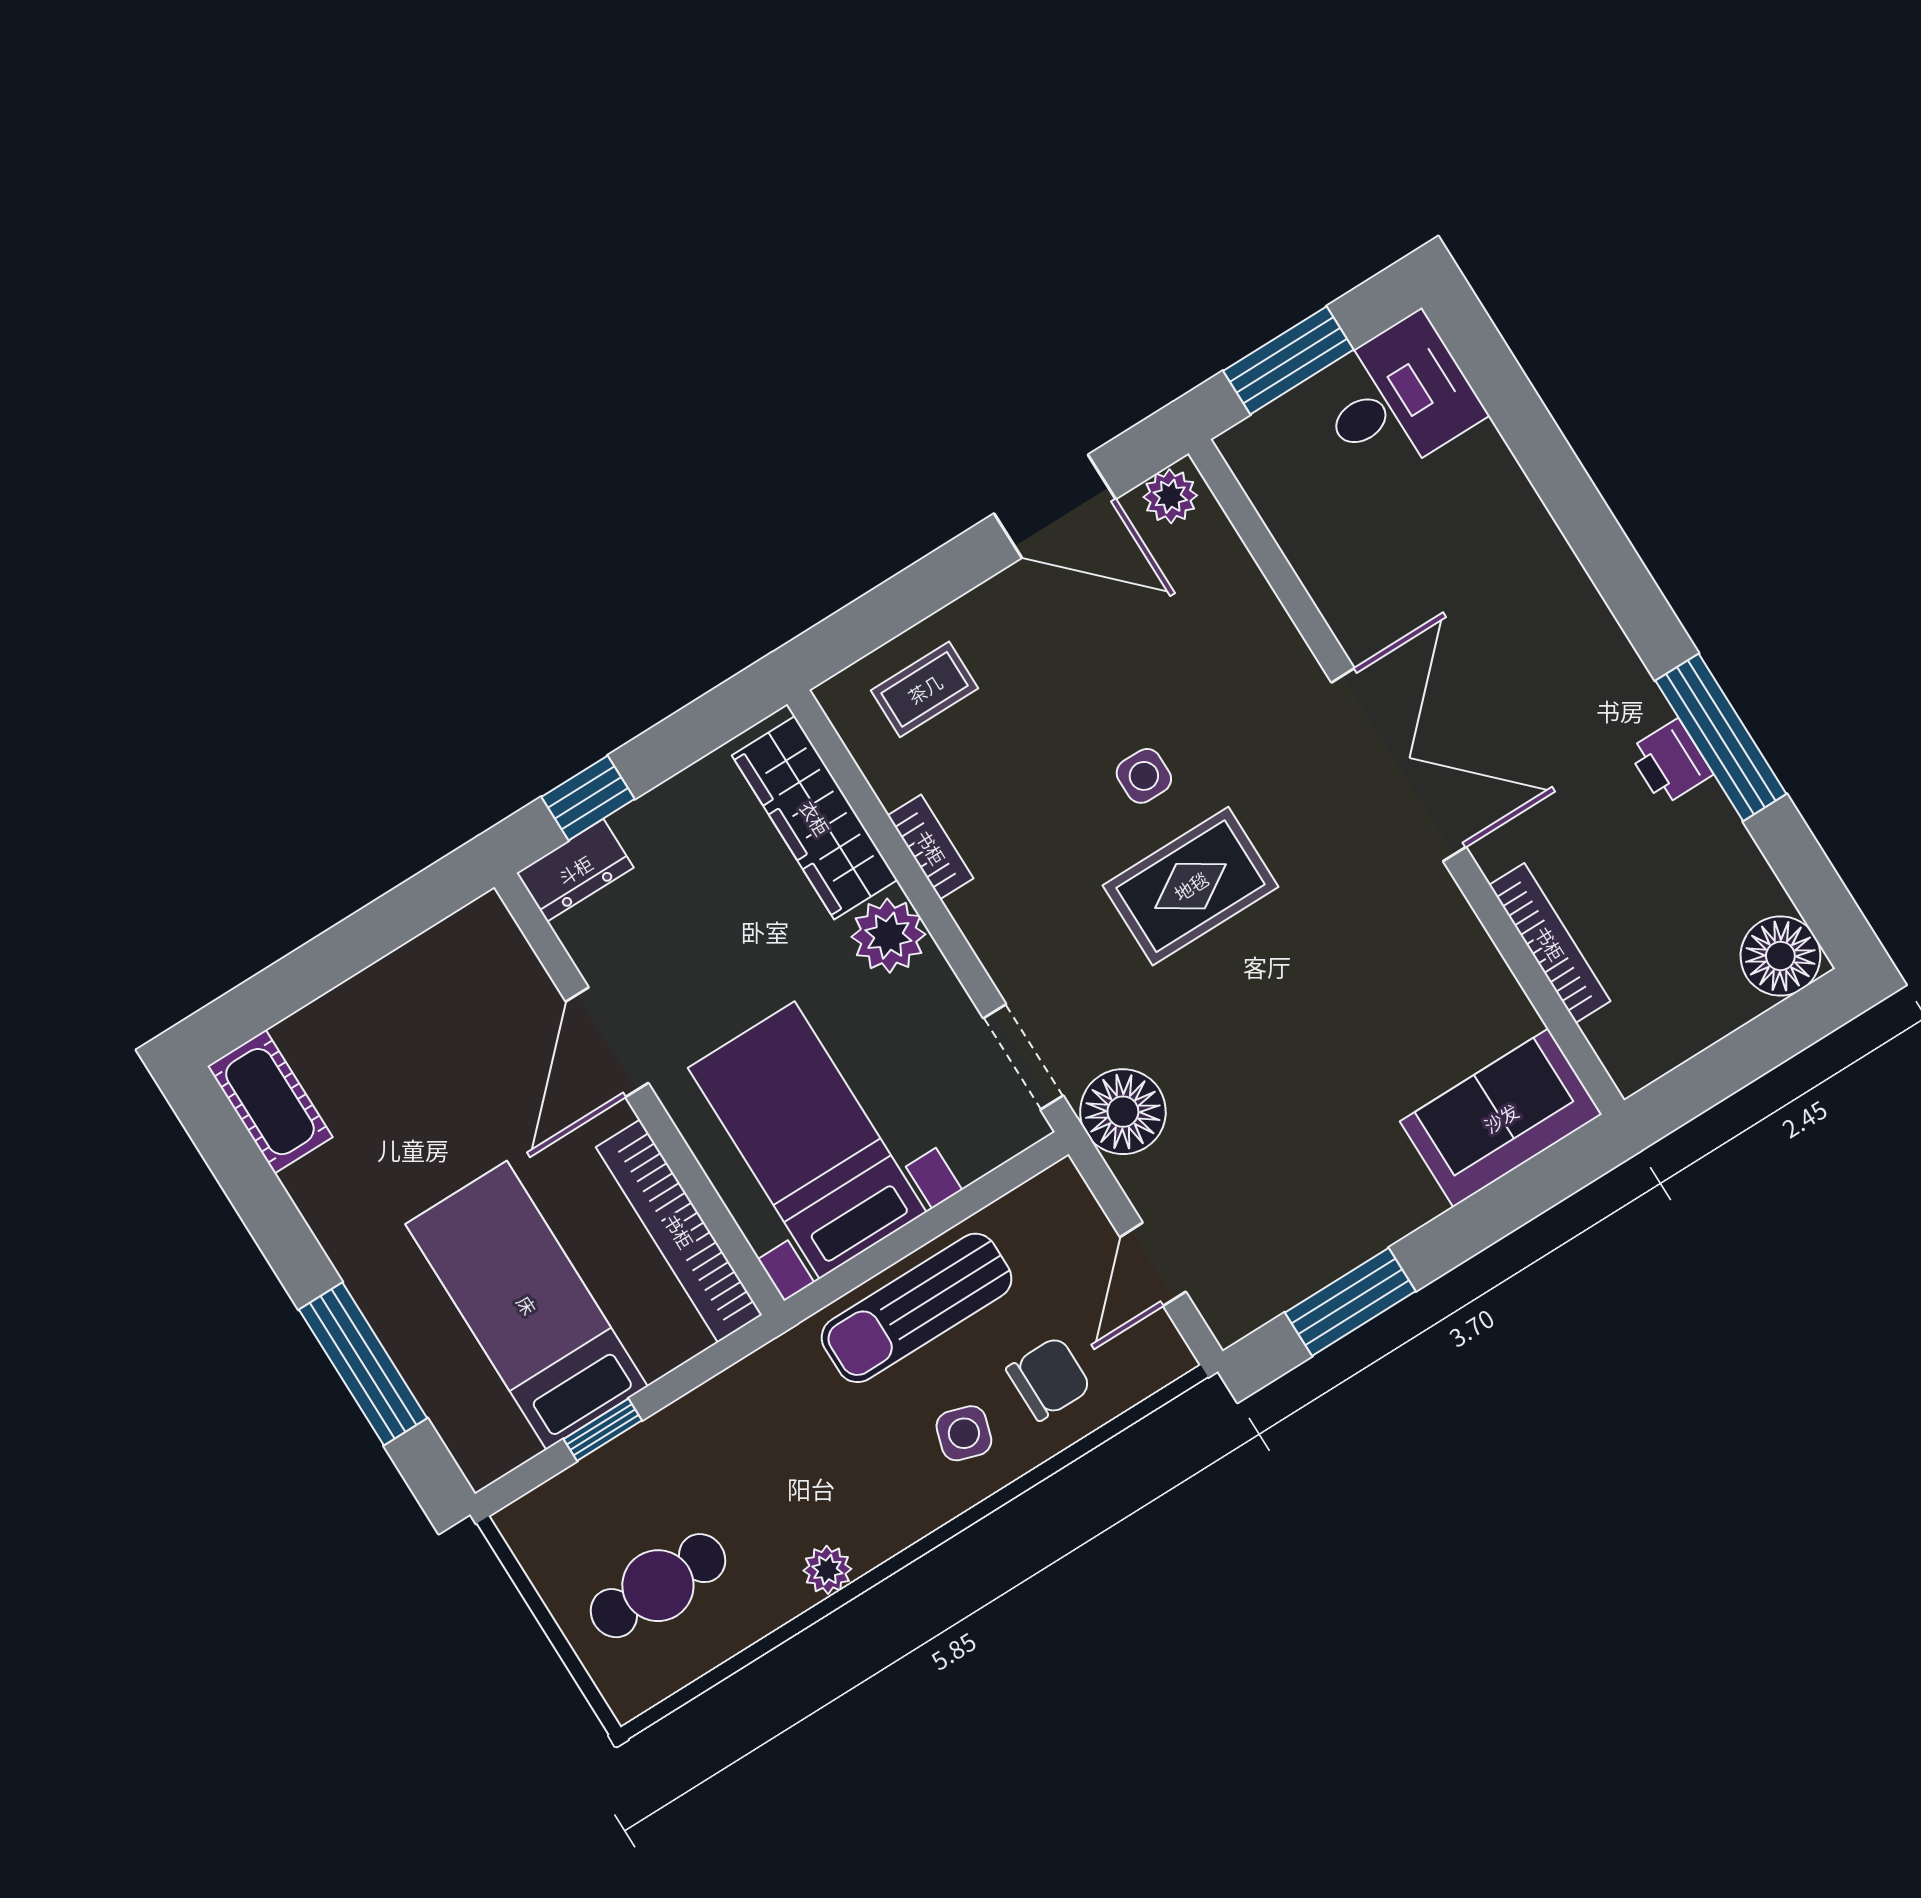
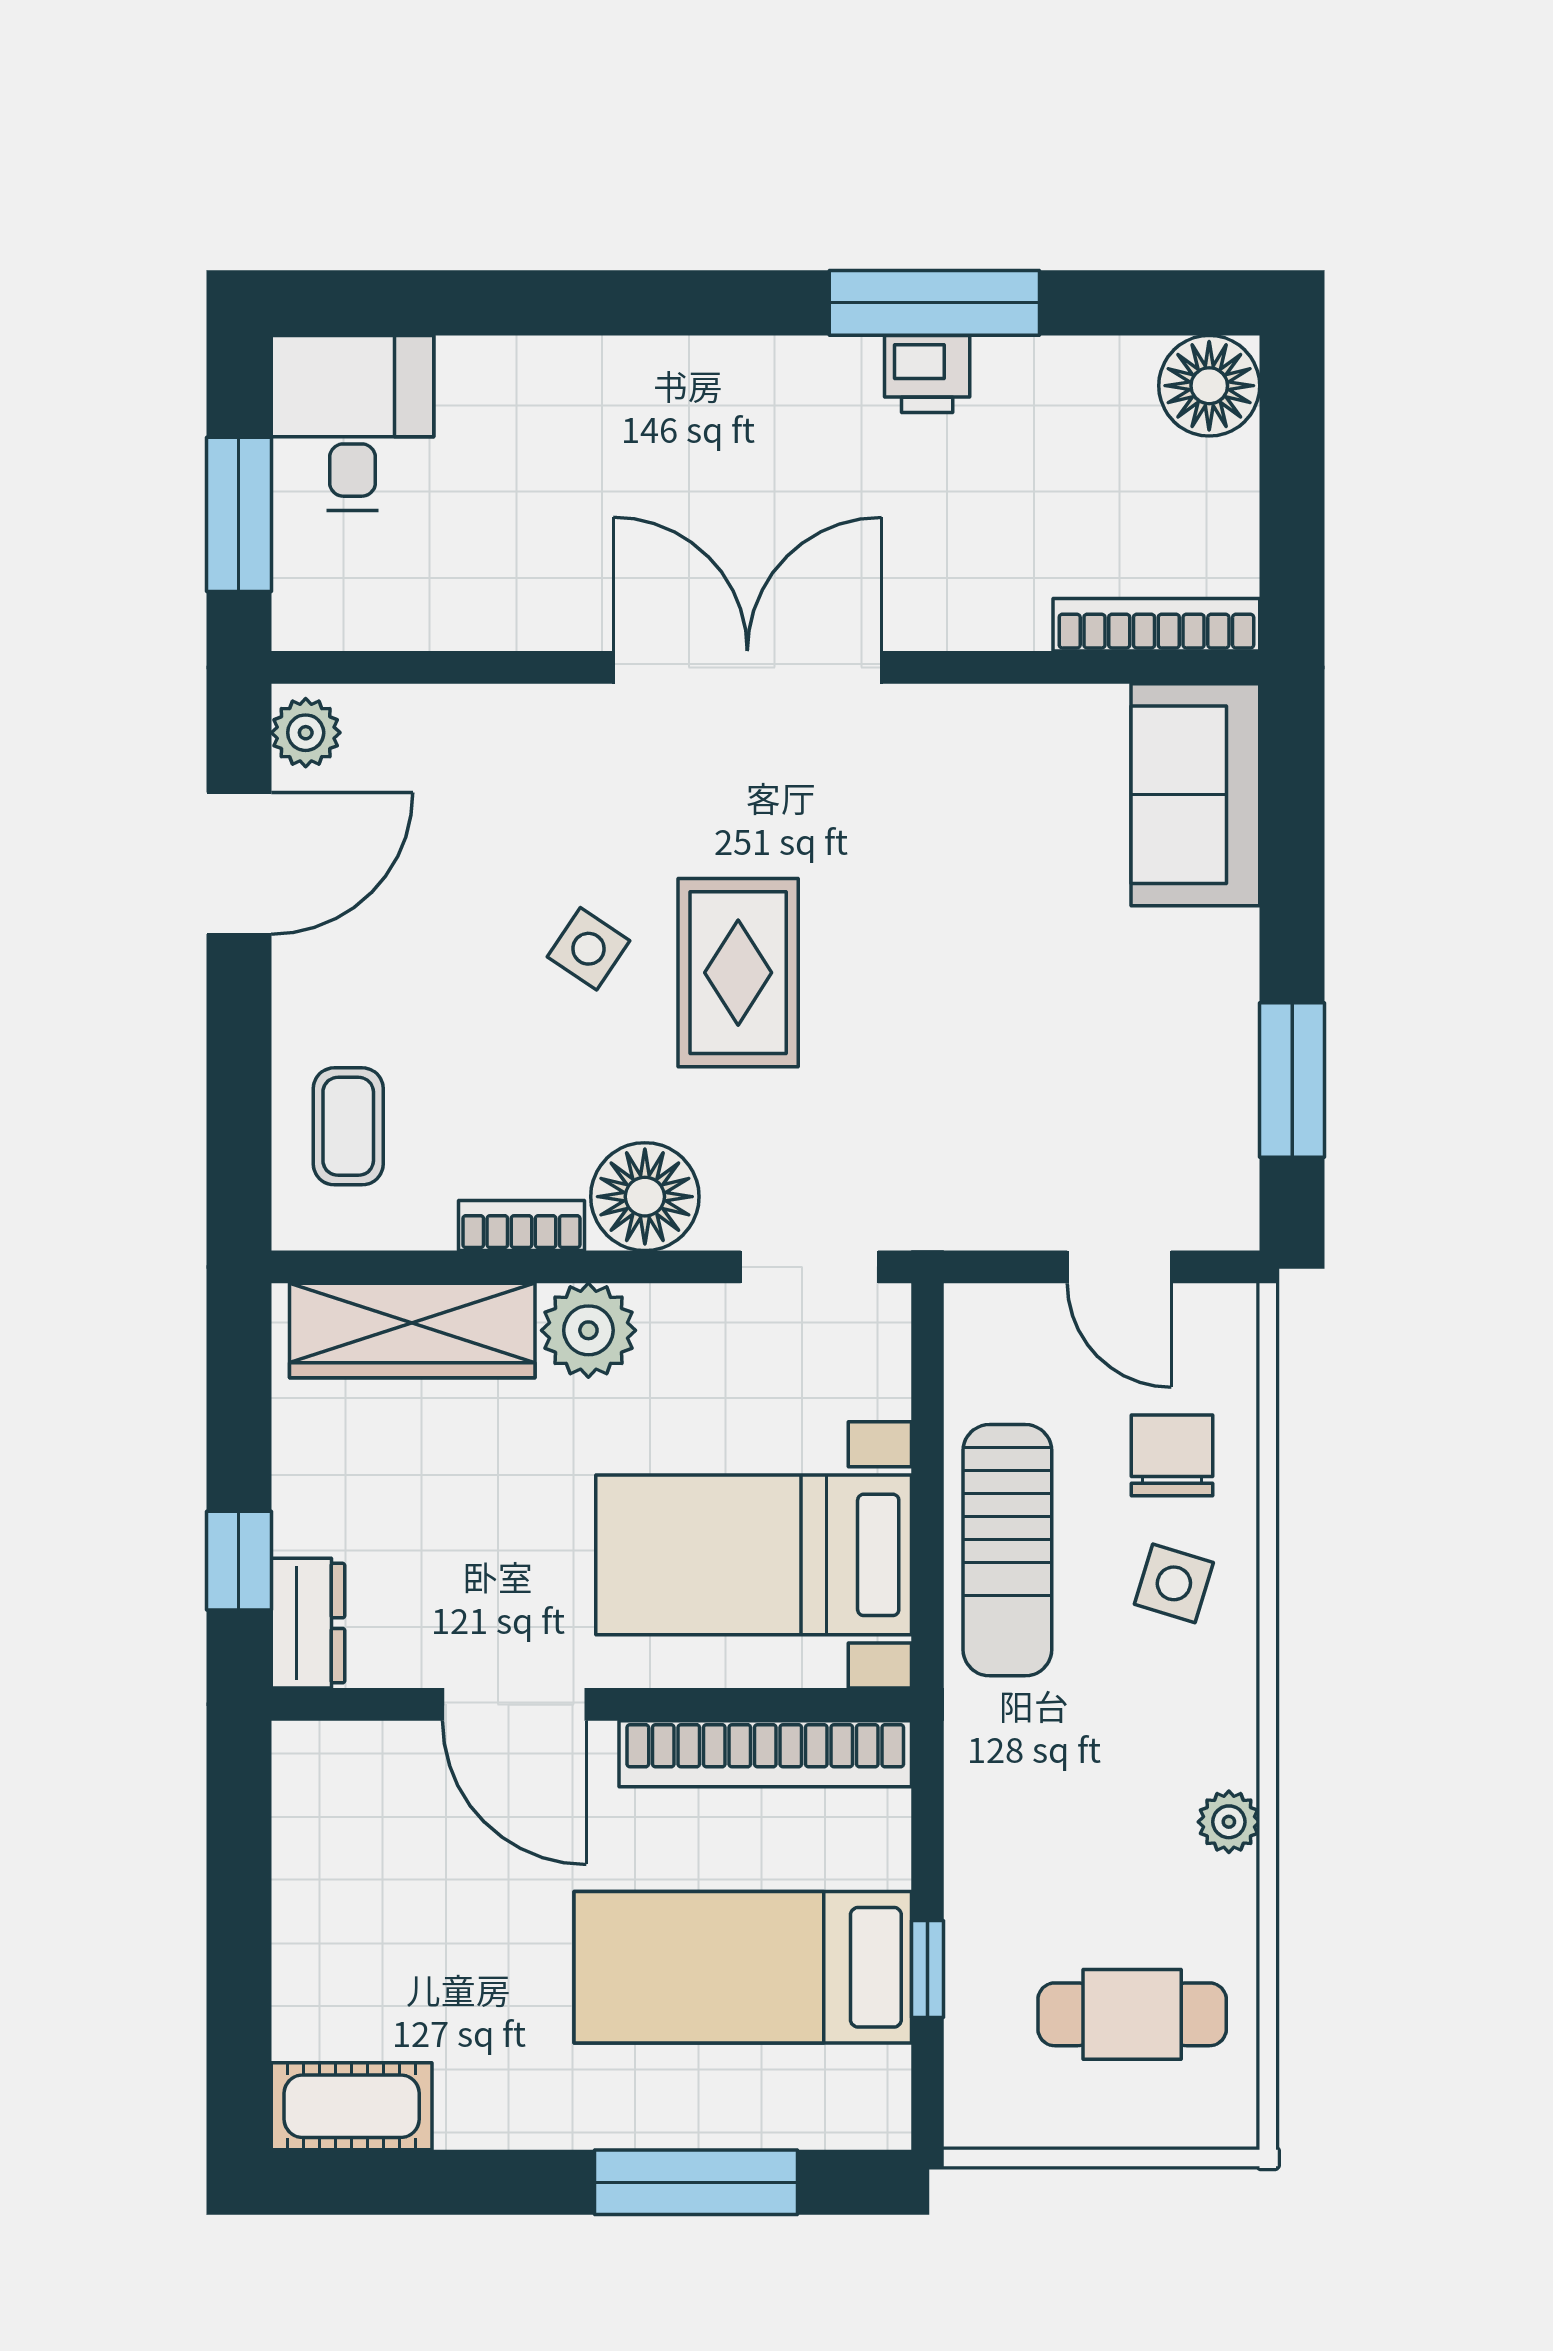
side table: (1144, 776) -> (588, 949), turned 34
bookcase: (1550, 943) -> (1156, 625), moved
floor lamp: (1123, 1112) -> (645, 1197), moved
cafe table: (658, 1586) -> (1132, 2014), turned 90

